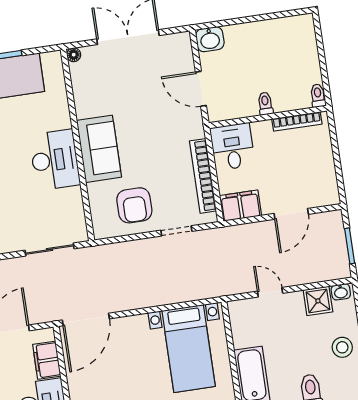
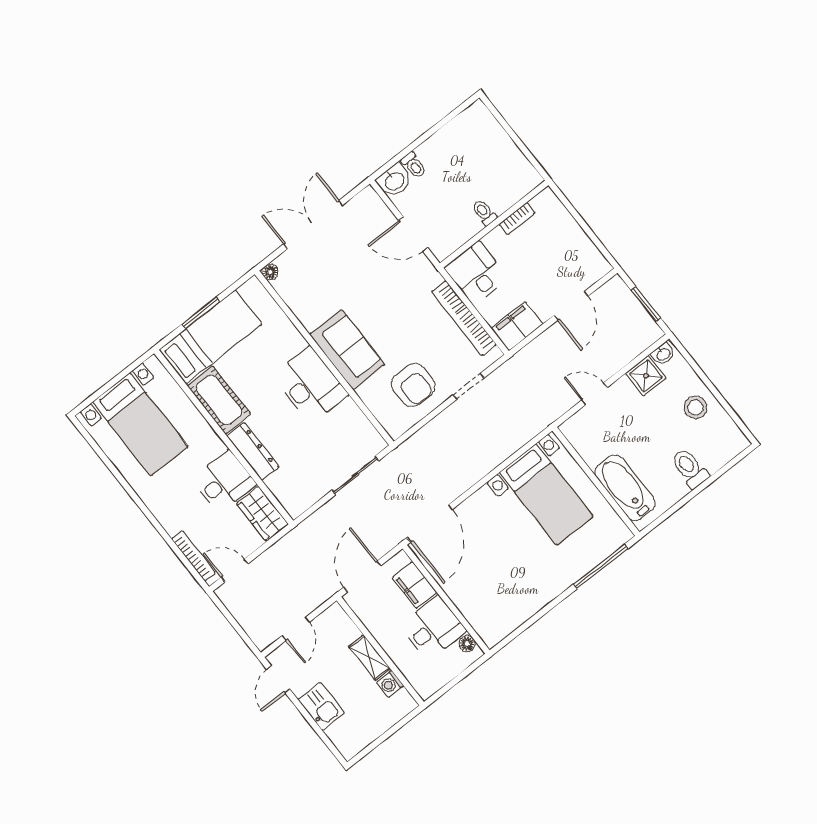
toilet: (318, 96) -> (414, 165), moved, turned 180
bookcase: (297, 121) -> (517, 219), width x0.64

